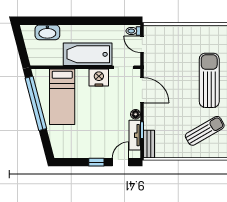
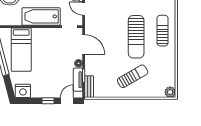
nightstand: (99, 78) -> (23, 91), moved, turned 180
sun lounger: (209, 80) -> (136, 37), turned 180

